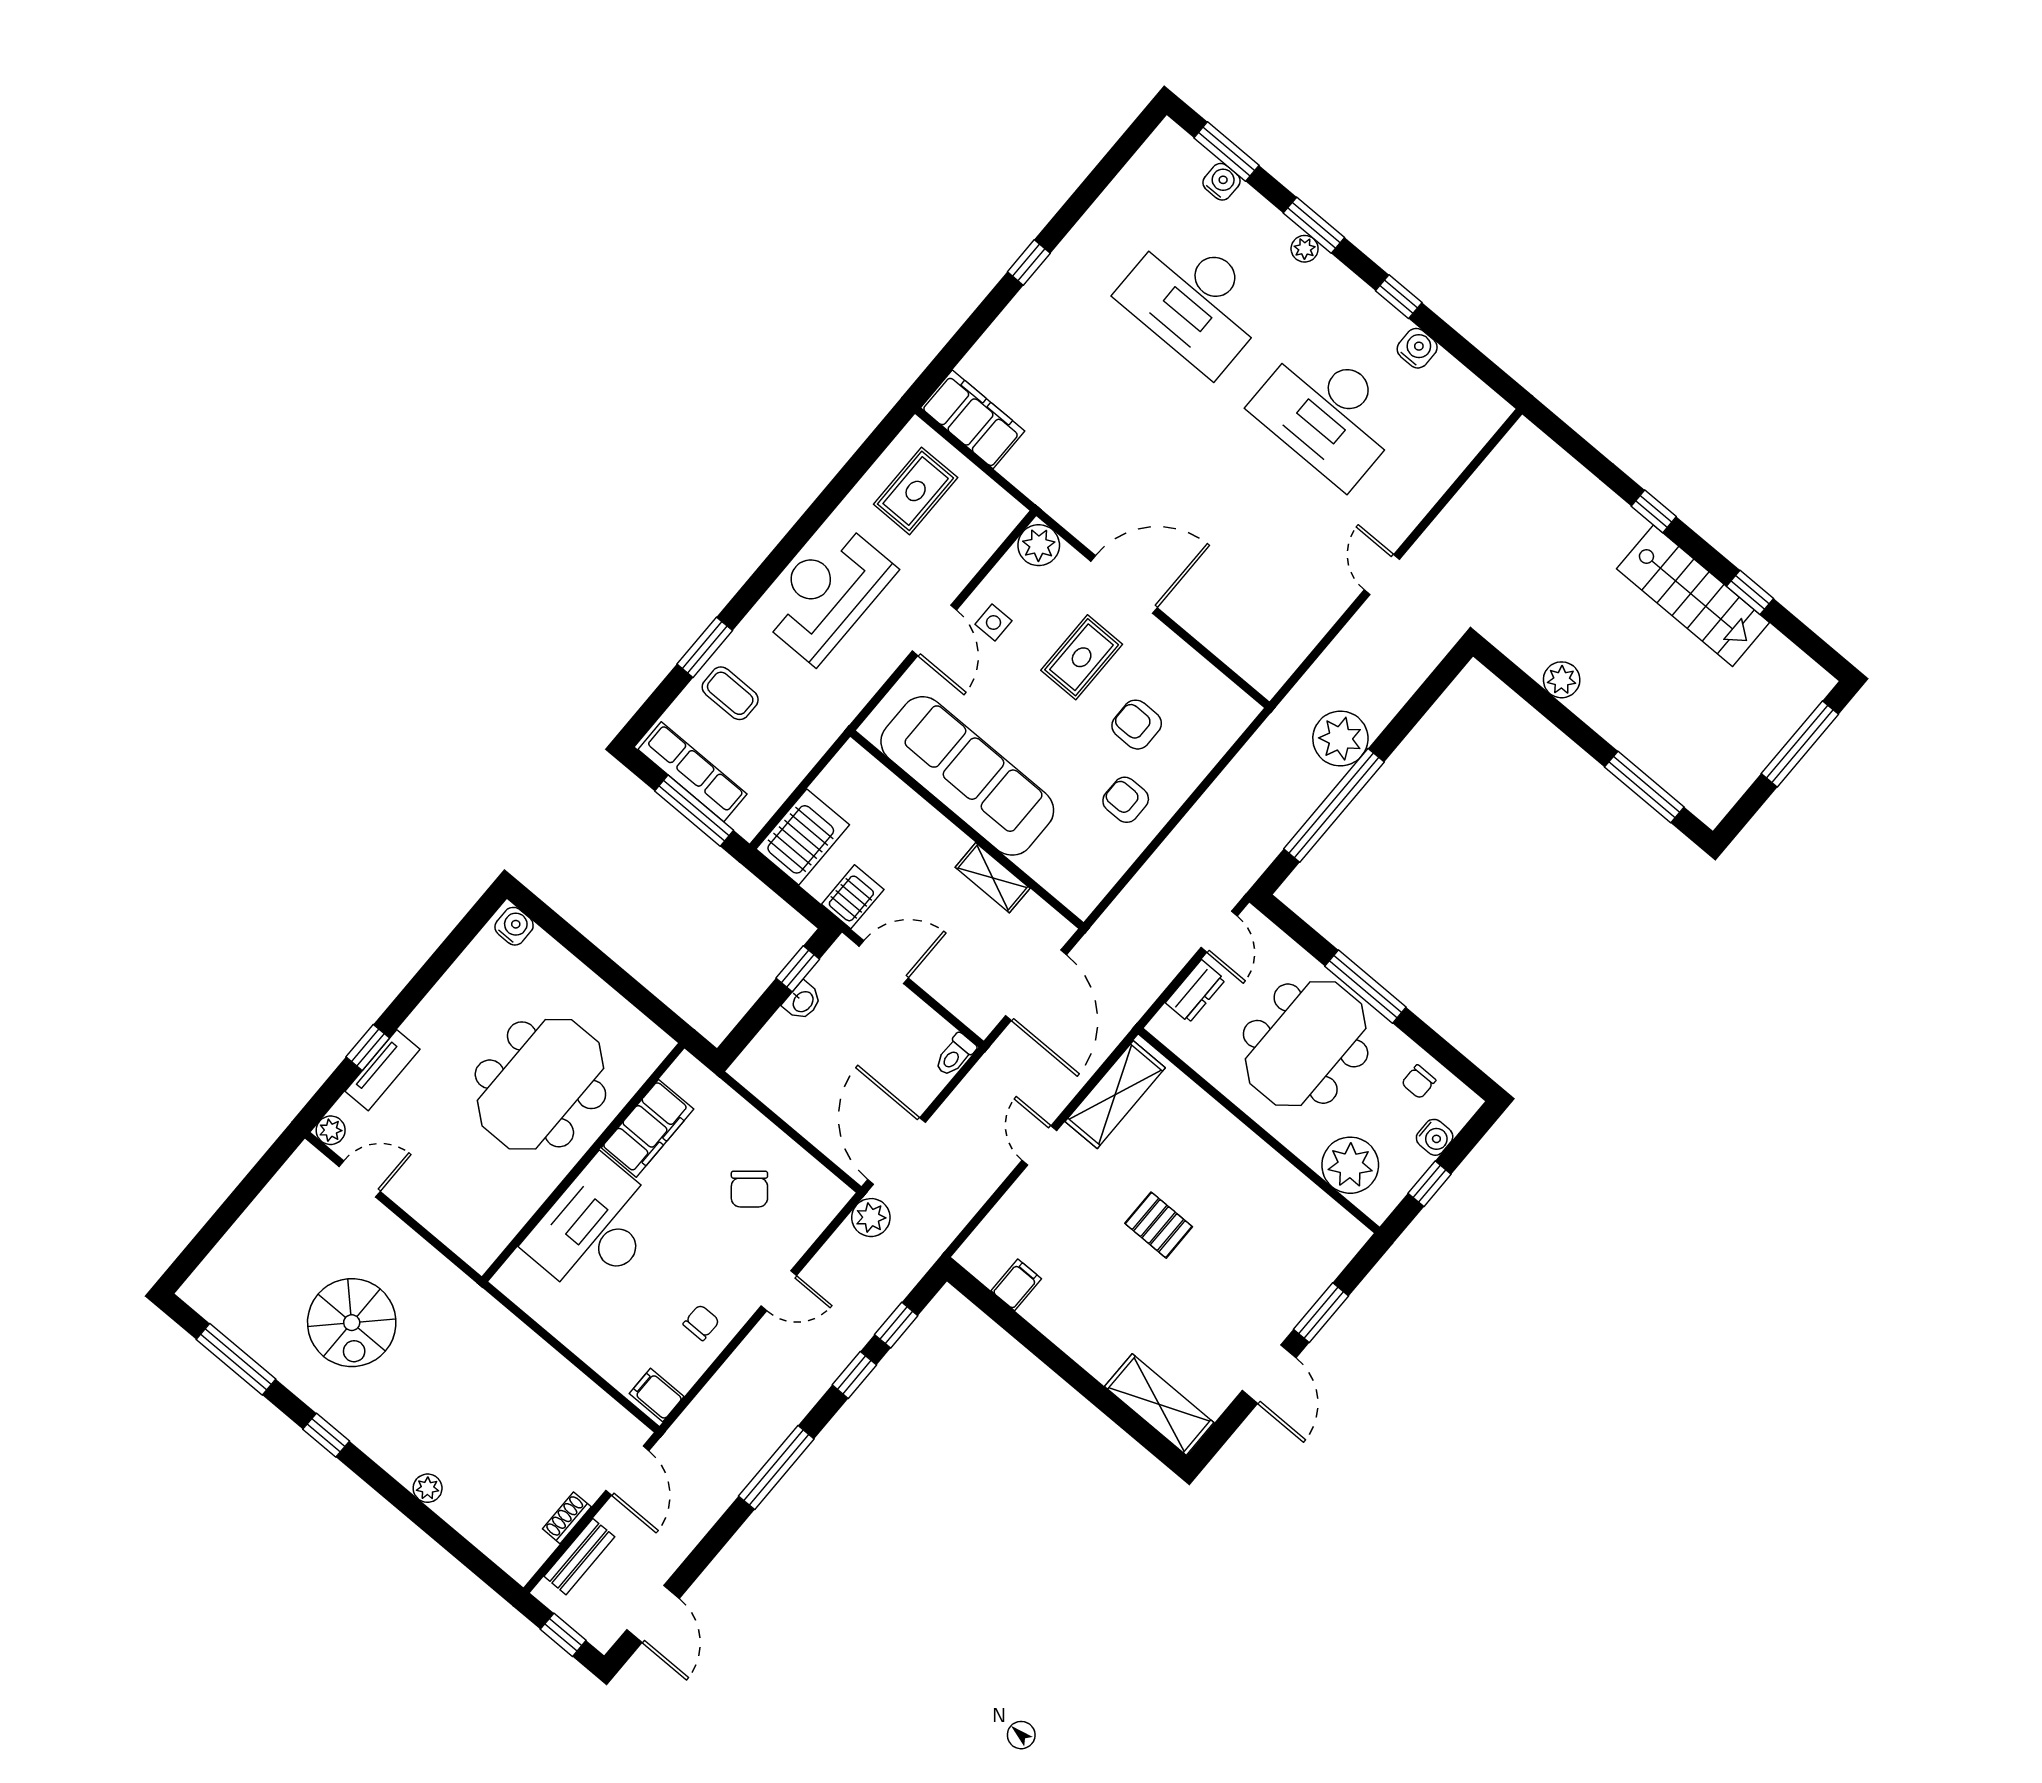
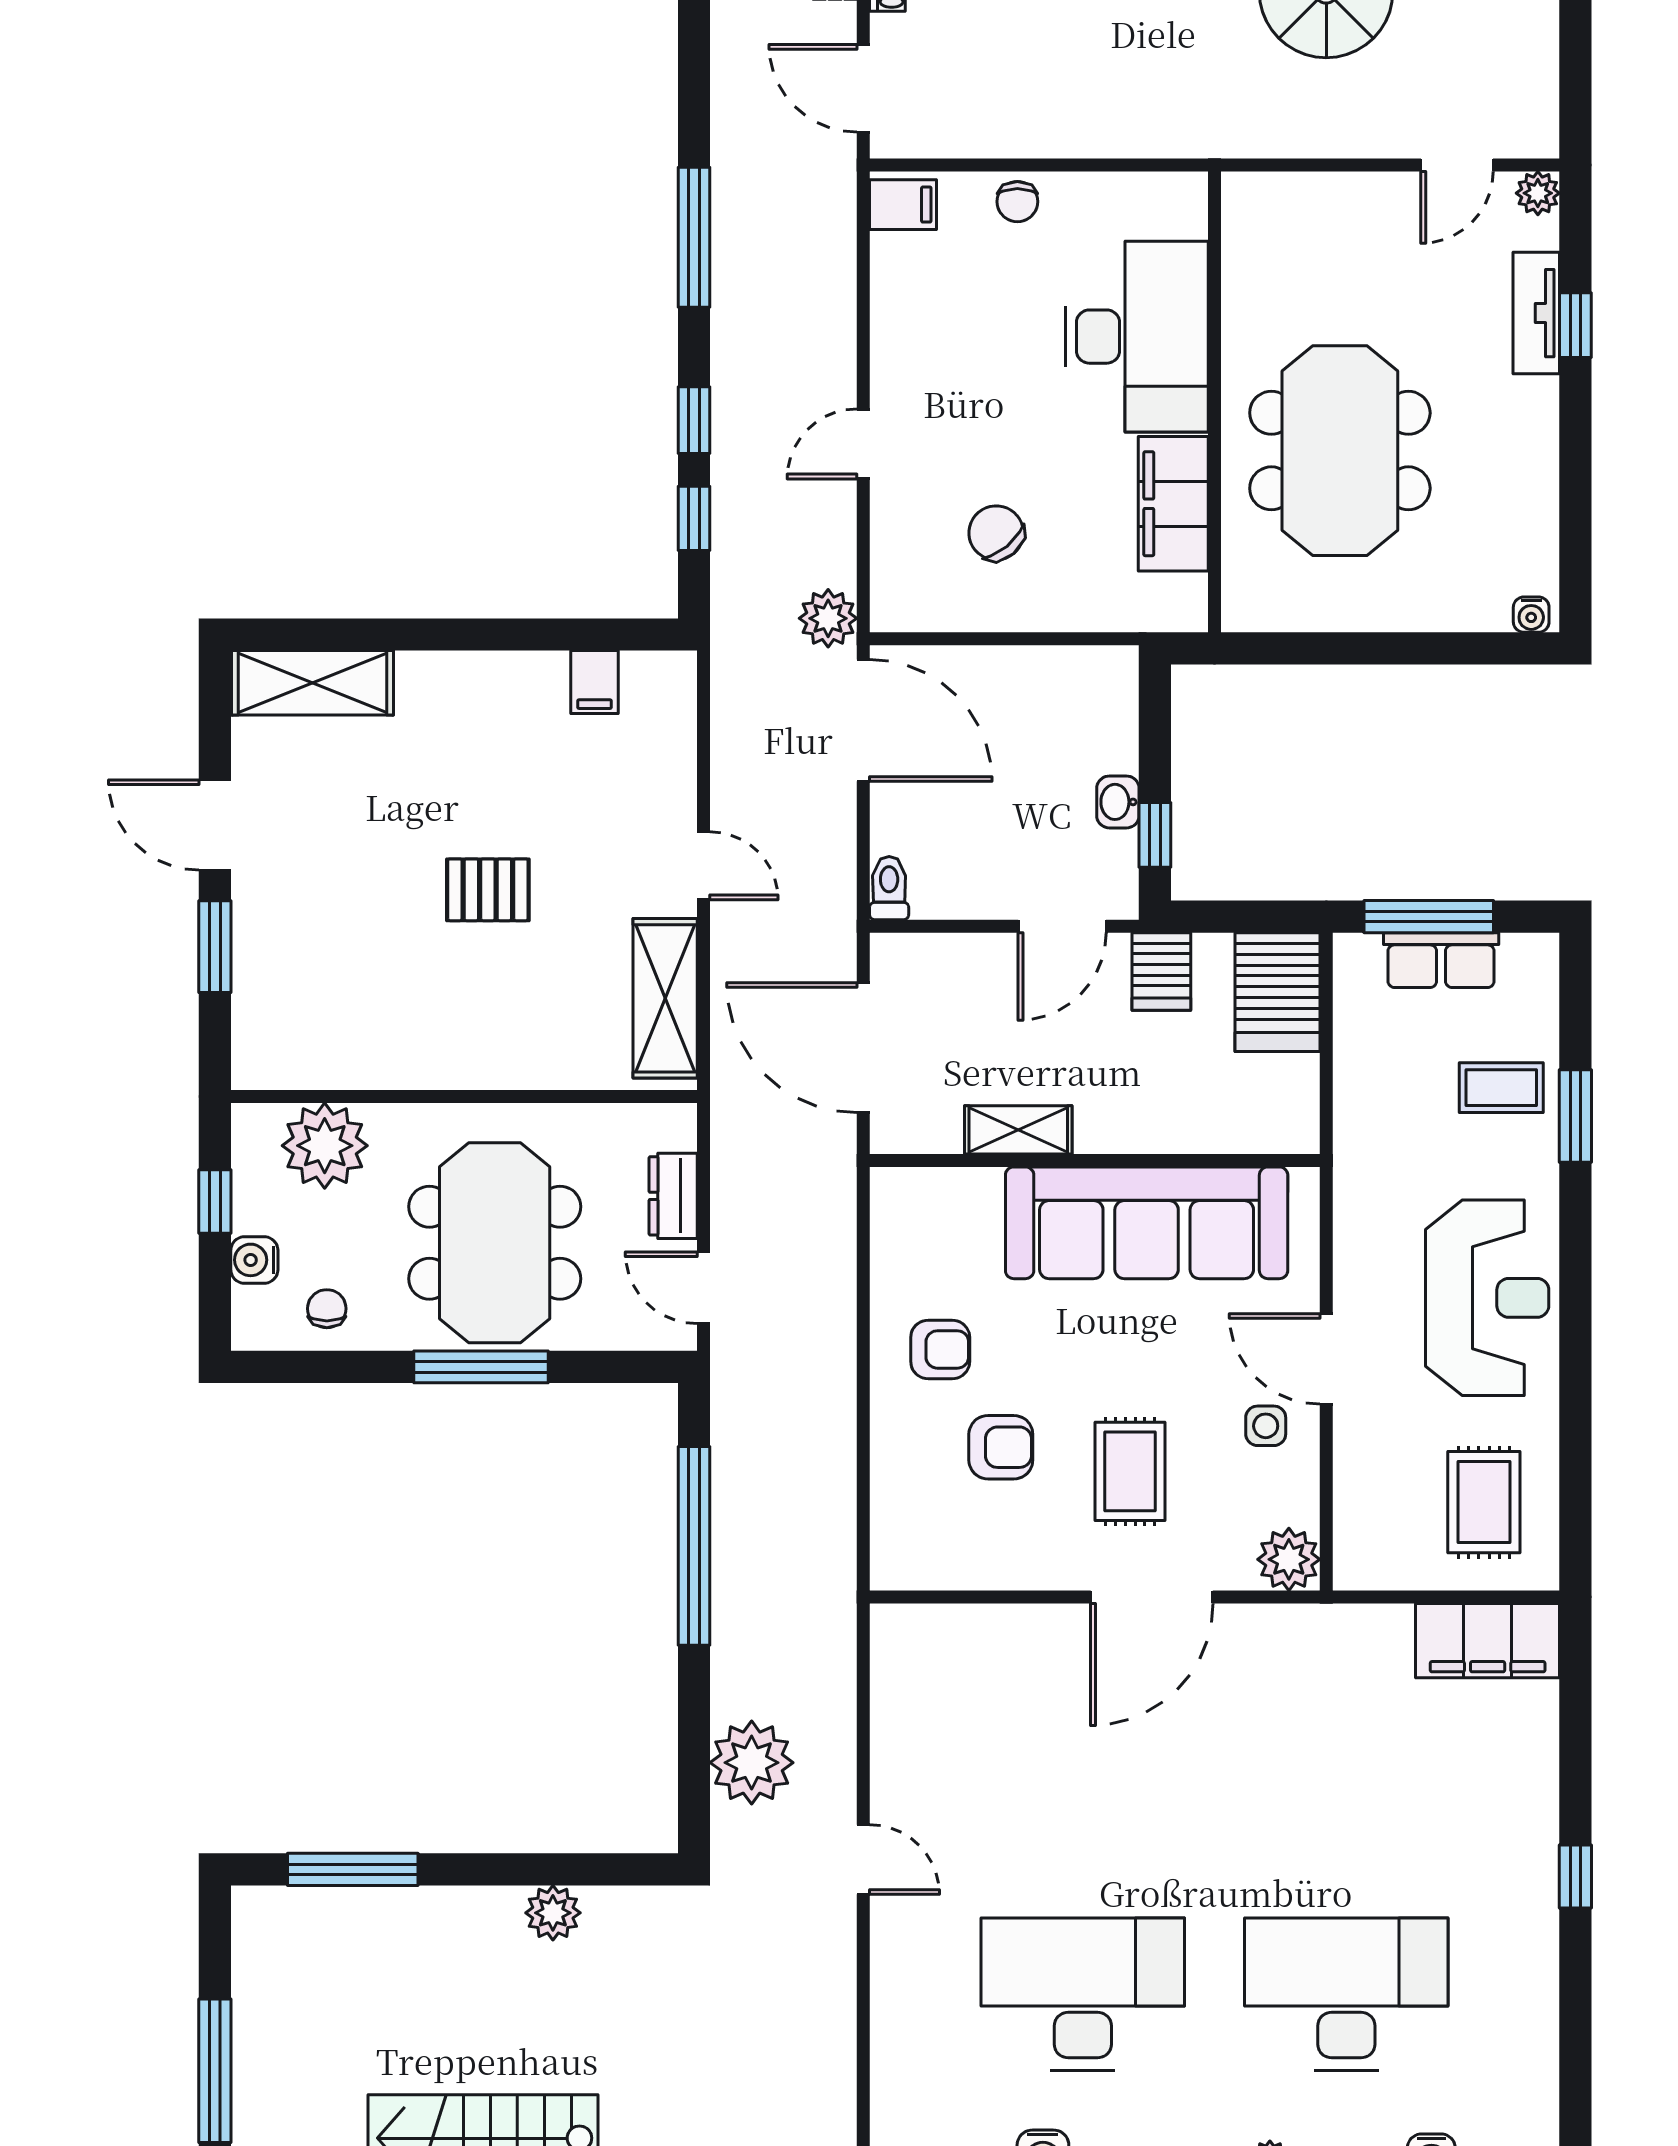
plant: (1340, 739) -> (752, 1763), moved
row of seats: (692, 772) -> (1441, 960), width x0.68
water cooler: (514, 926) -> (1531, 615), width x0.72, depth x0.72
chair: (701, 1323) -> (1017, 202), moved

